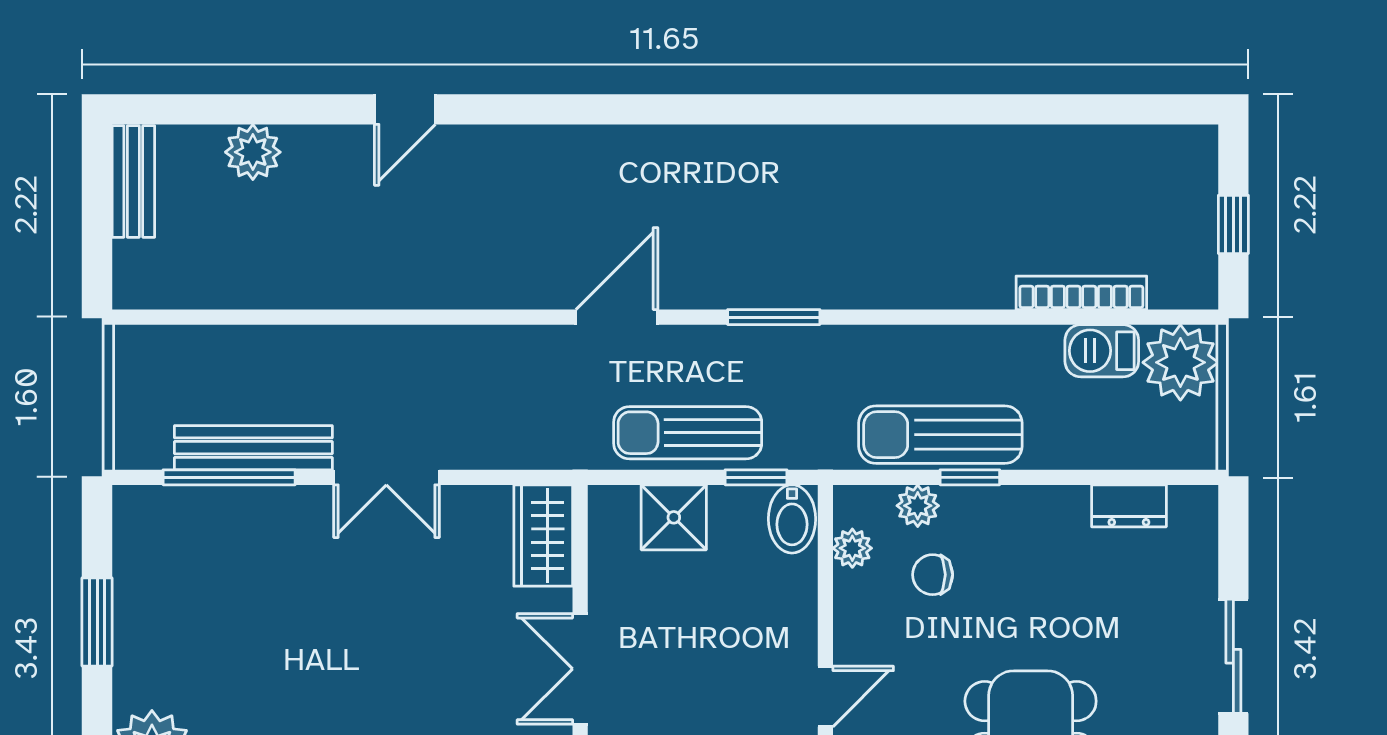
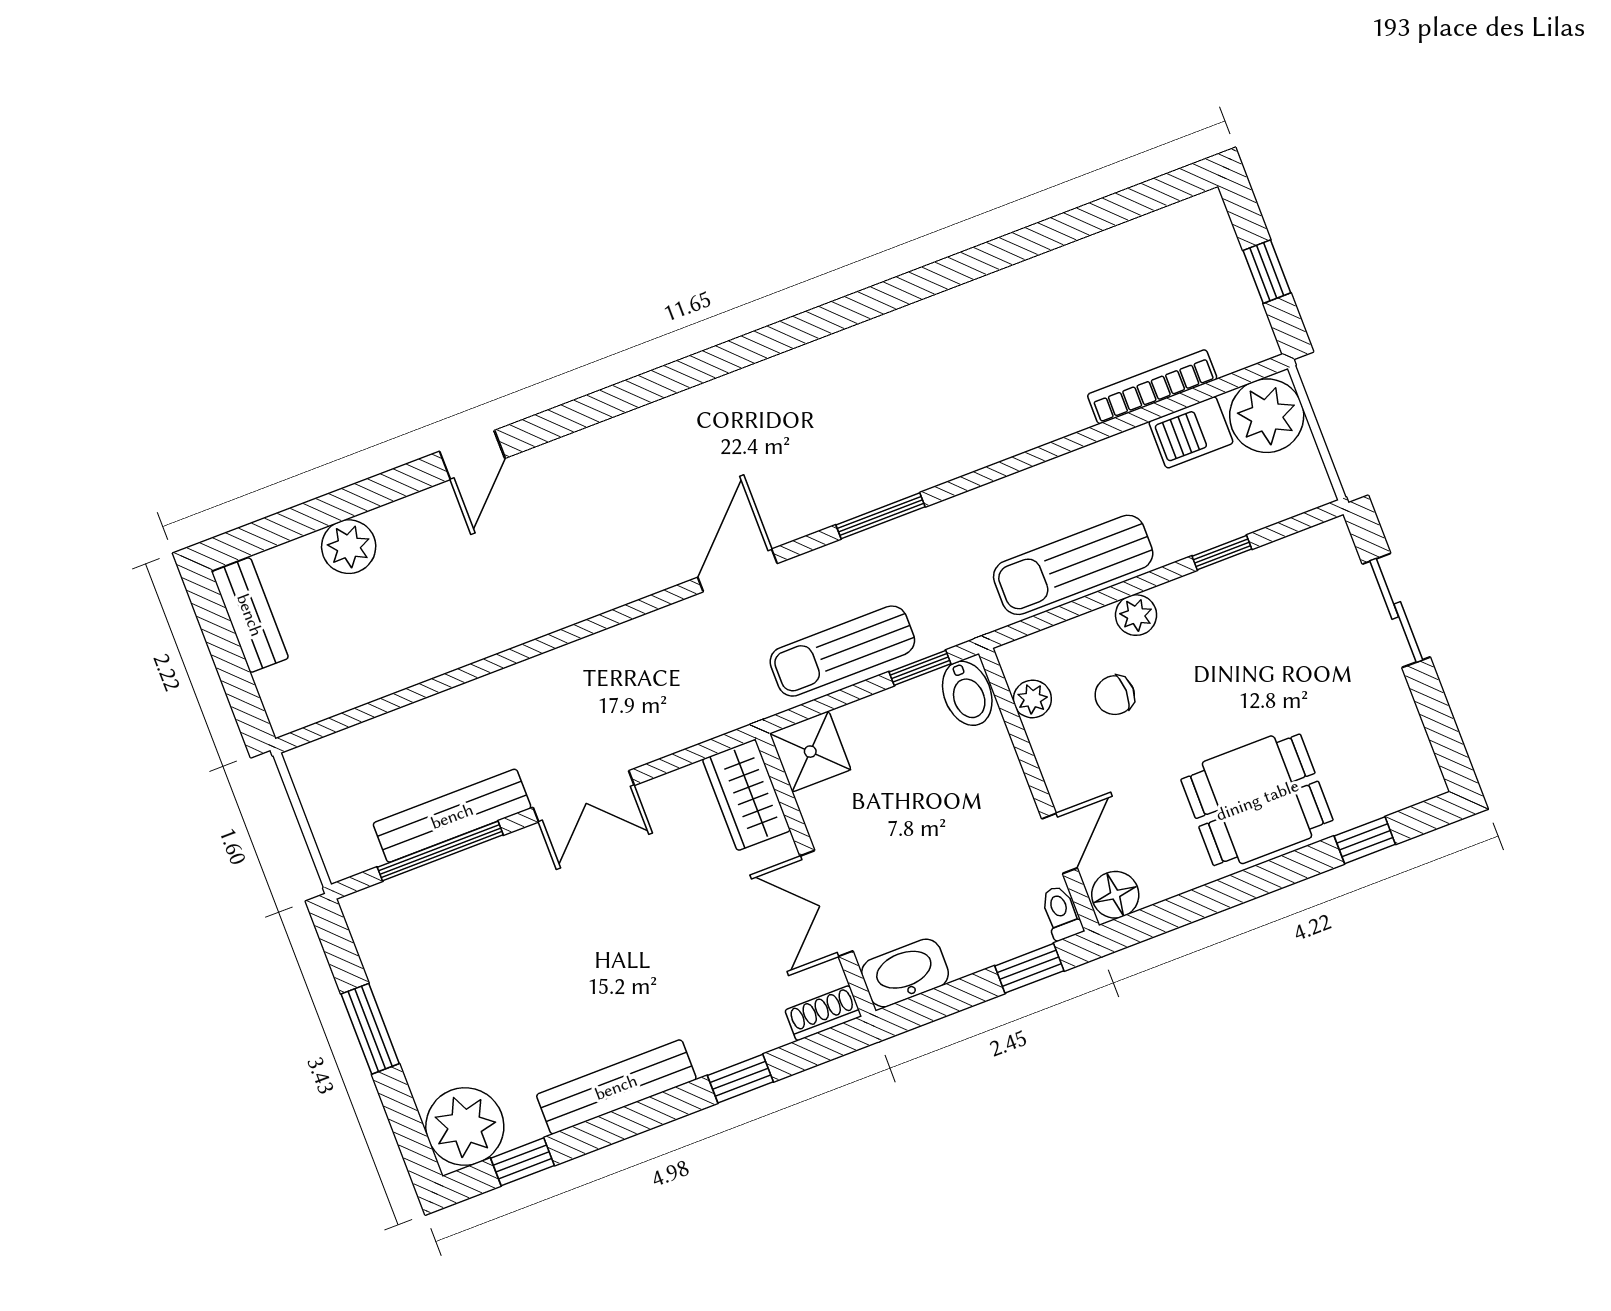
window: (970, 477) -> (1222, 553), moved
plant: (918, 506) -> (1136, 615), moved
dresser: (1129, 506) -> (1270, 564), removed
shower: (674, 517) -> (810, 752), moved
sliding door: (1233, 656) -> (1396, 610), moved

